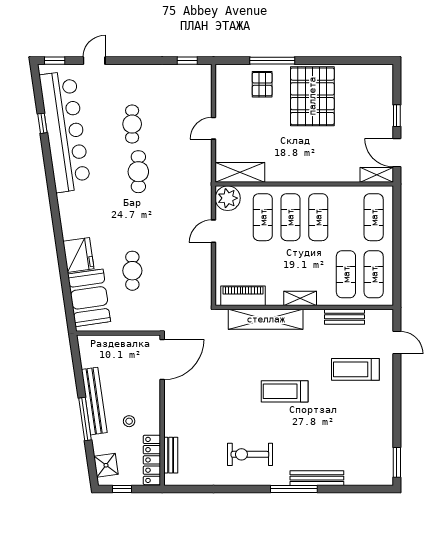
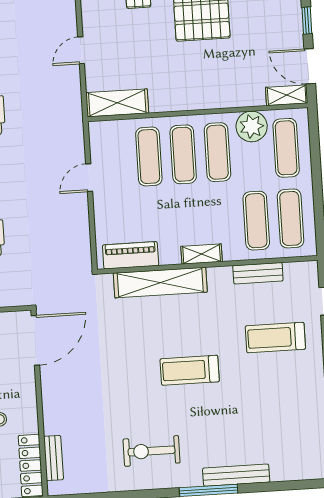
plant: (228, 198) -> (252, 126), moved

